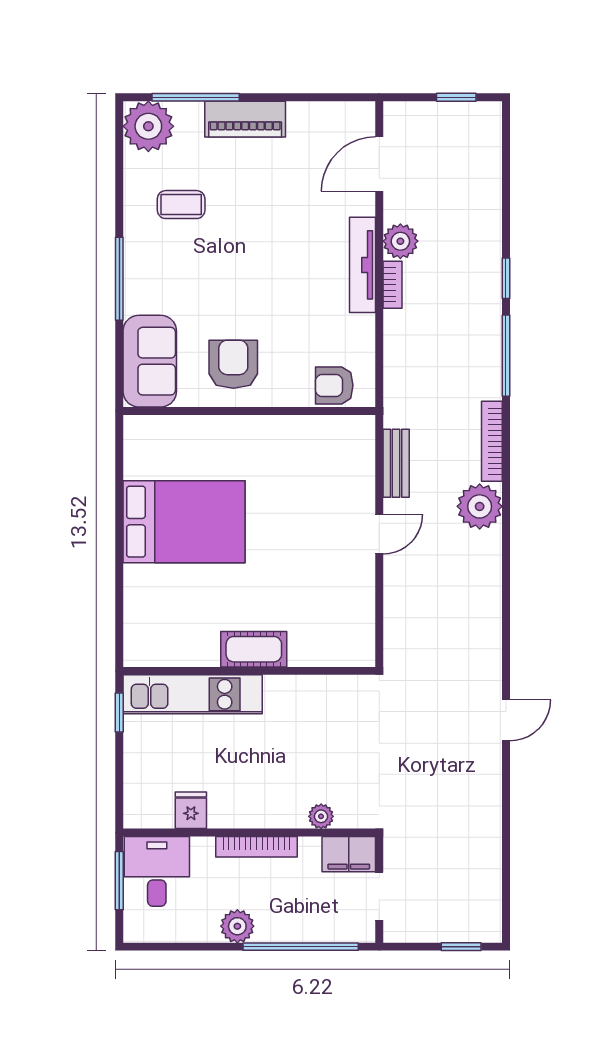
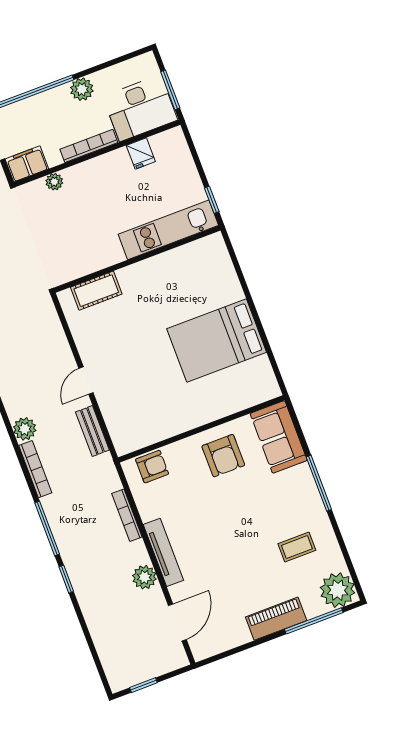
bookcase: (392, 285) -> (127, 515), moved, width x1.56
plant: (480, 506) -> (25, 429), width x0.73, depth x0.73
cot: (254, 649) -> (96, 291), moved
desk: (157, 871) -> (140, 108), width x1.37

